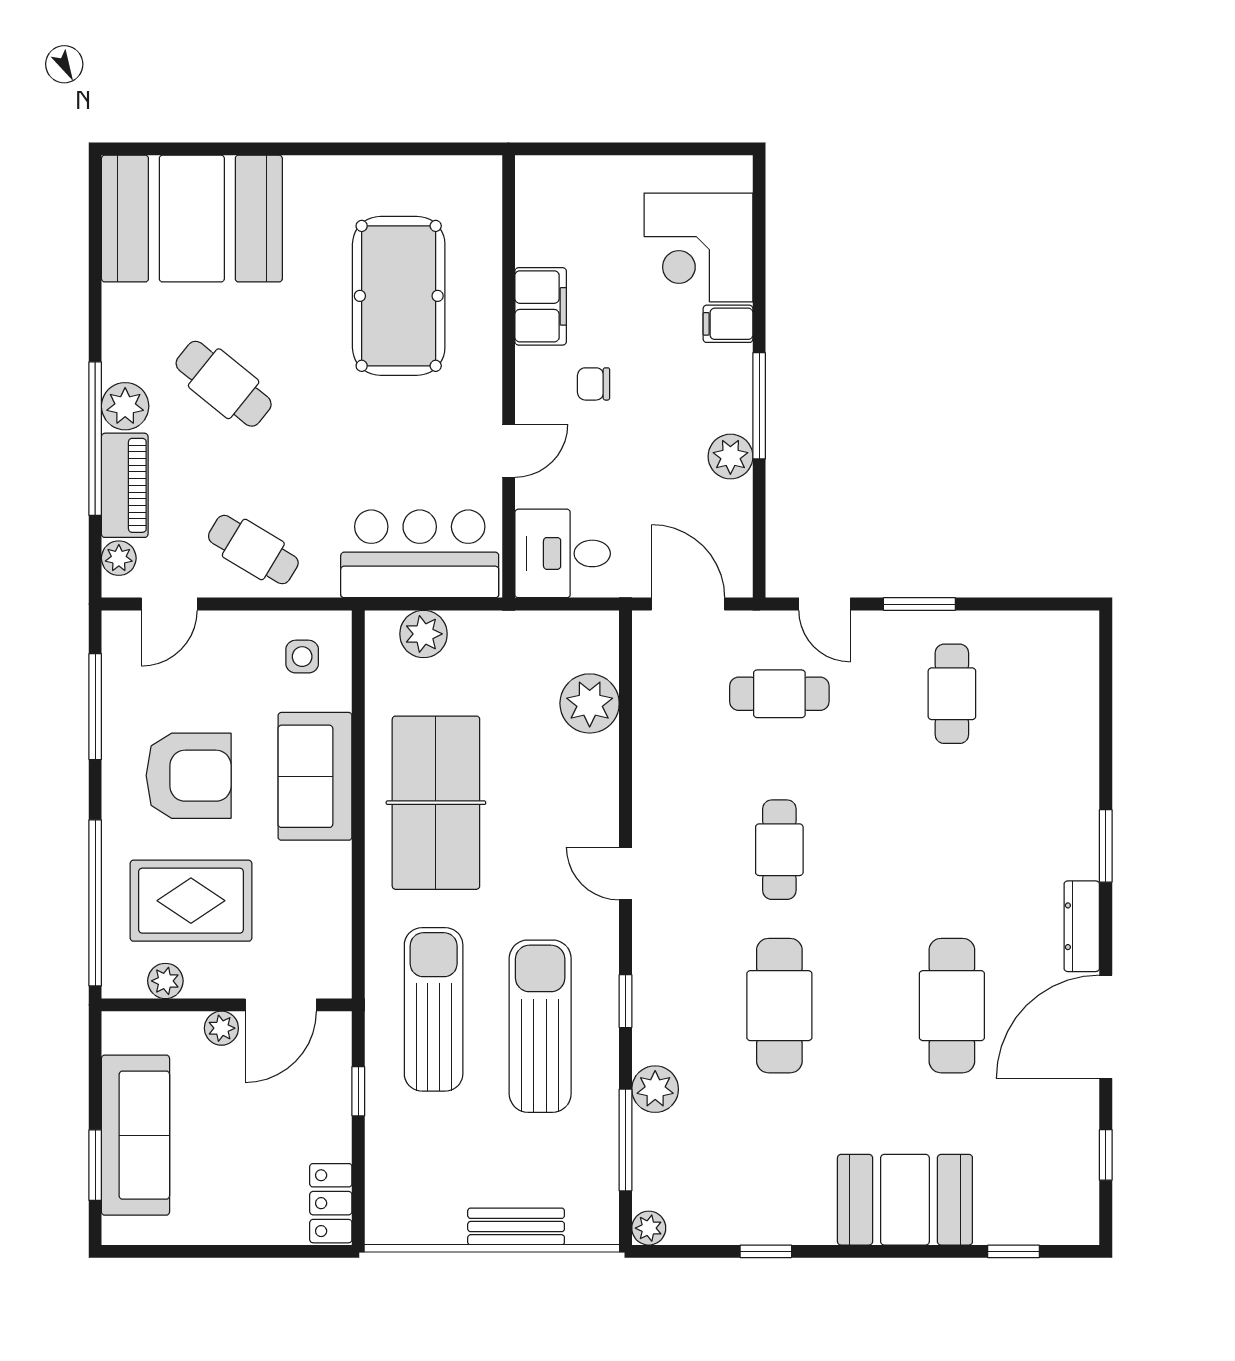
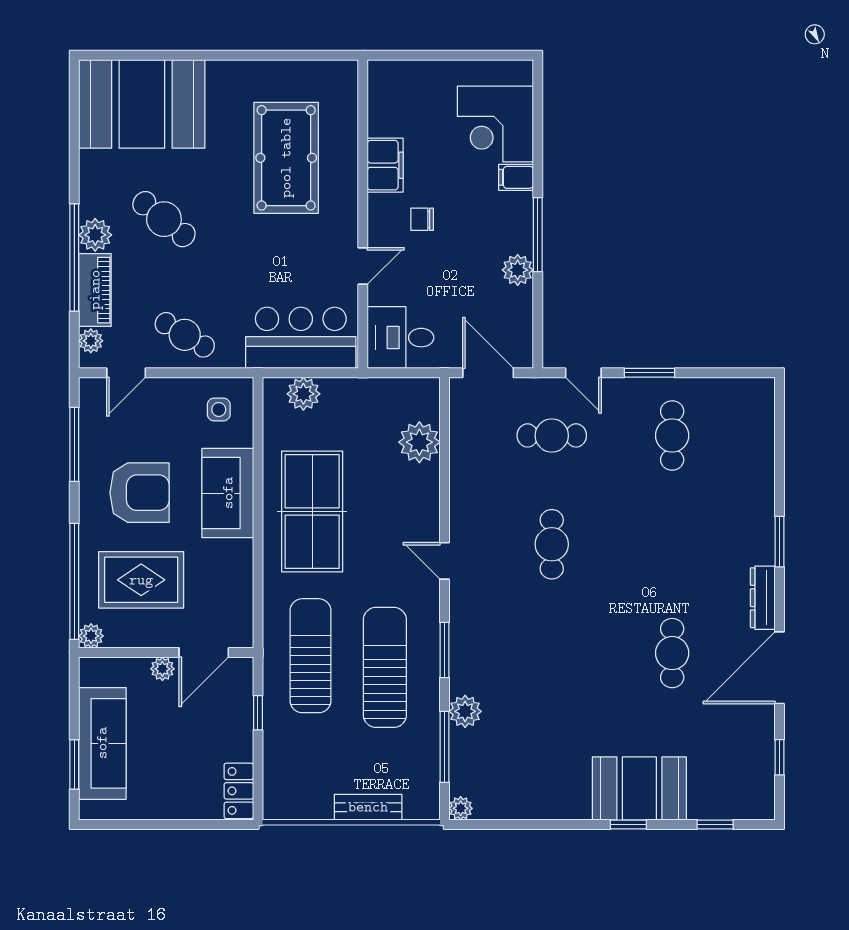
plant: (165, 981) -> (91, 636), moved
window: (626, 1001) -> (444, 650), width x1.50
cafe table: (779, 1006) -> (552, 653), removed
cafe table: (952, 1006) -> (672, 653), width x0.73, depth x0.74
window: (766, 1251) -> (628, 824), moved

